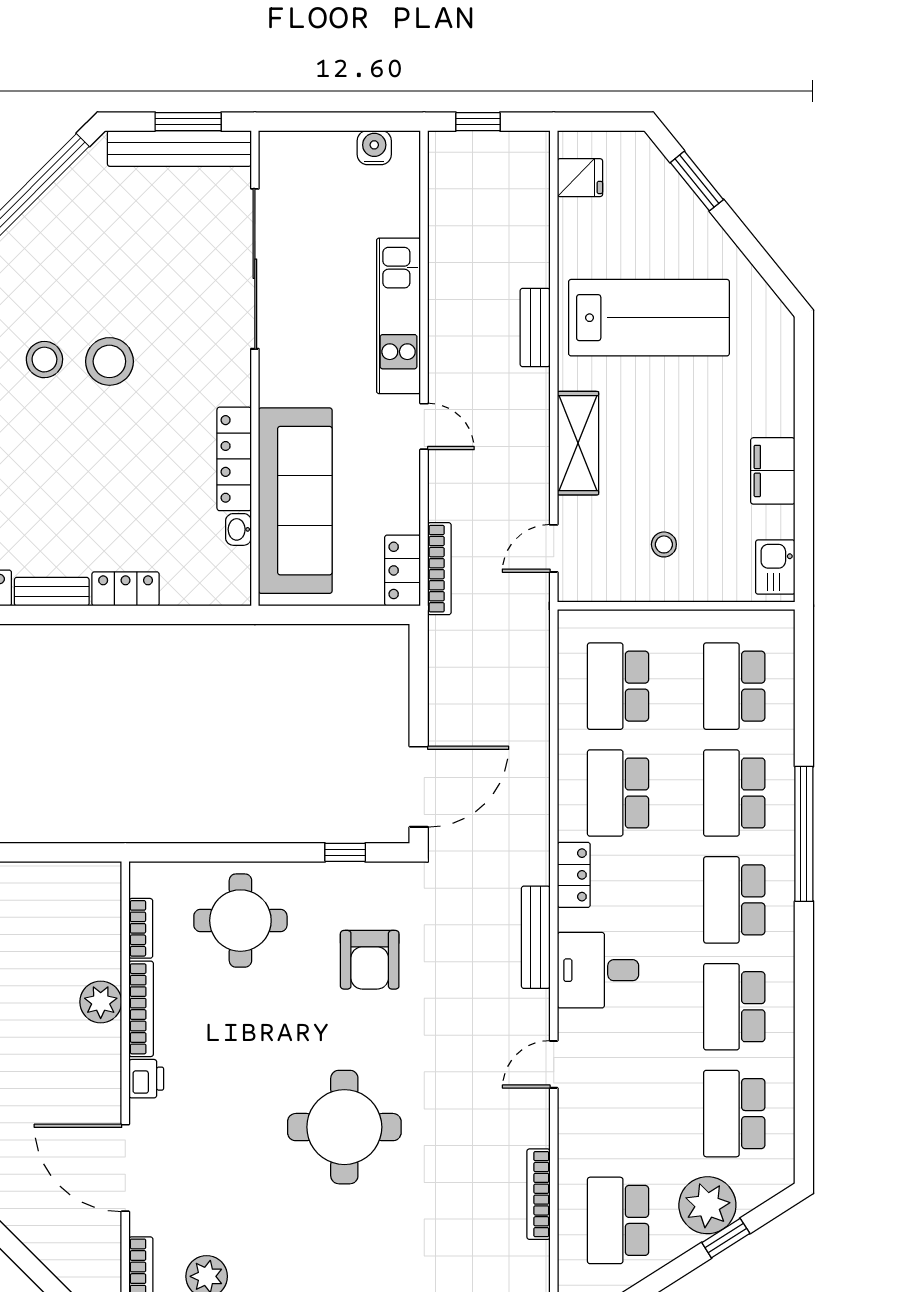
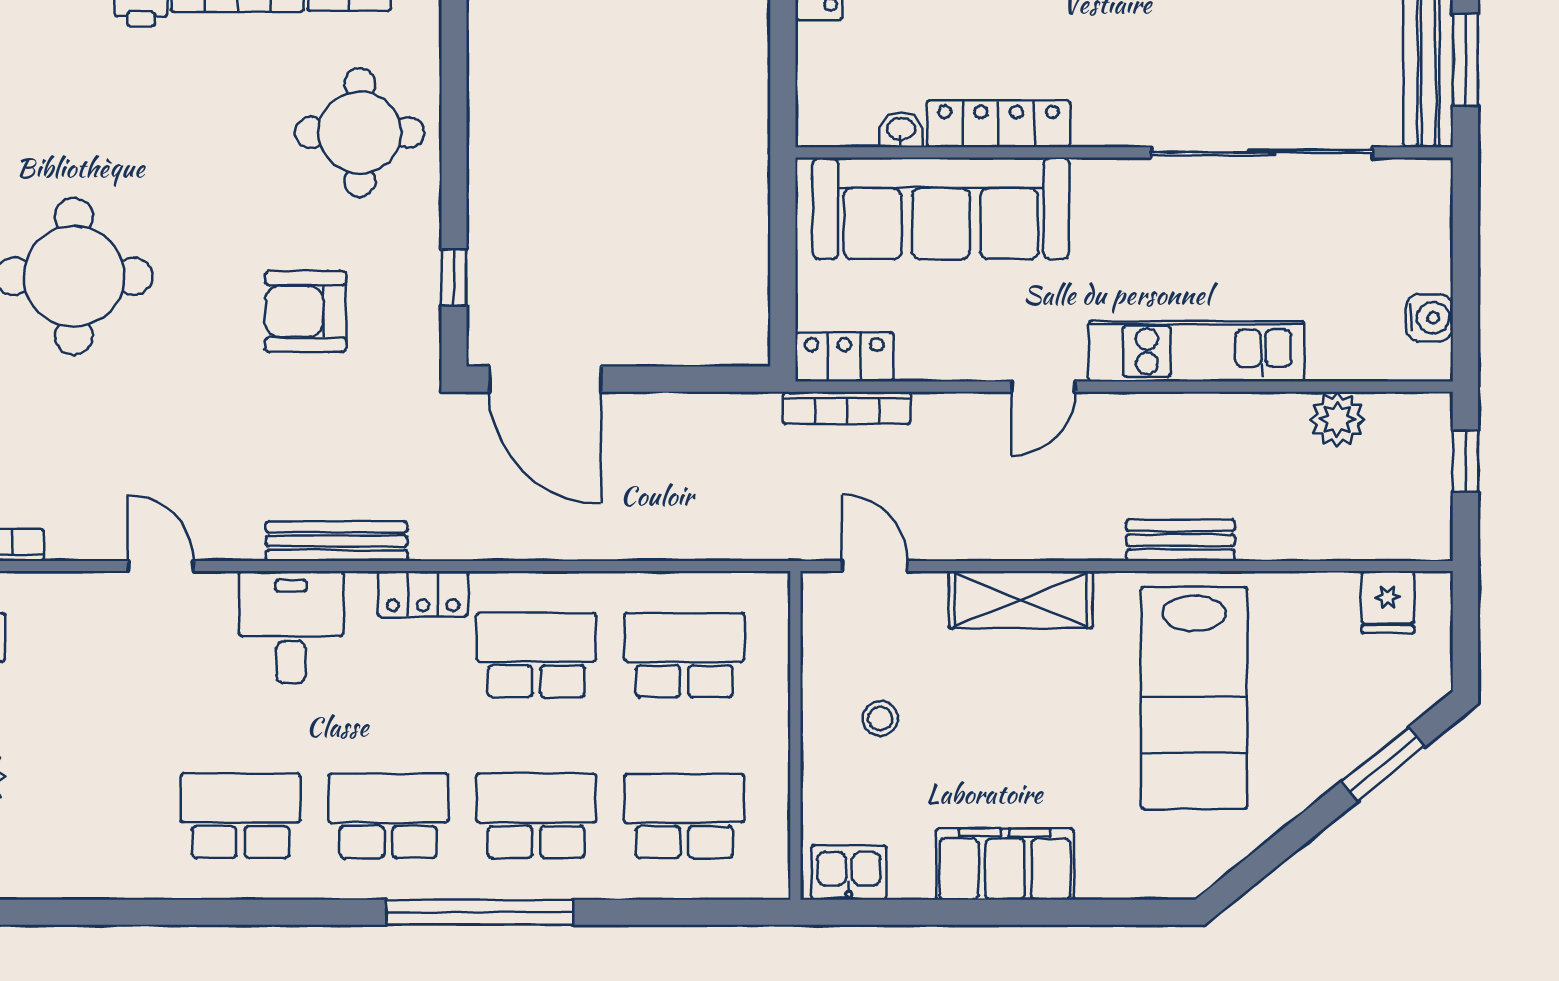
plant: (448, 214) -> (1337, 419), added
filing cabinet: (773, 471) -> (1005, 864), width x1.50, depth x1.17
school desk: (734, 1114) -> (93, 816), removed

